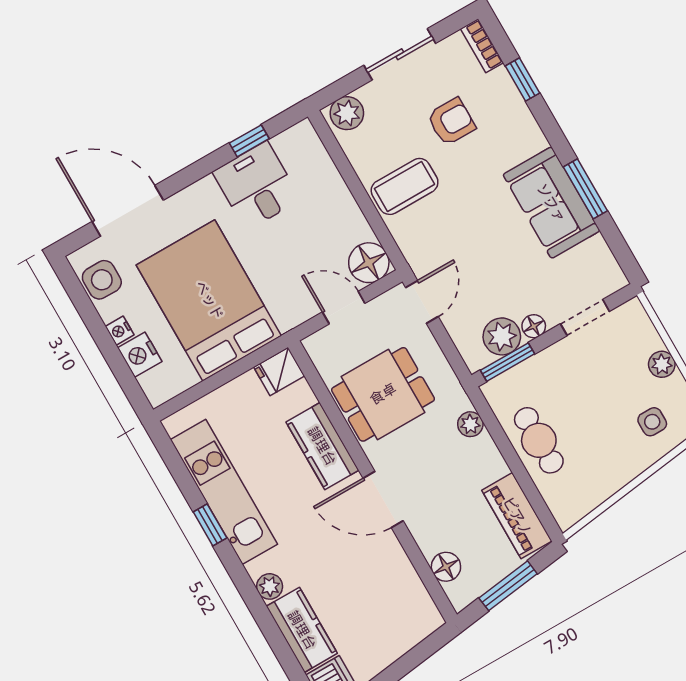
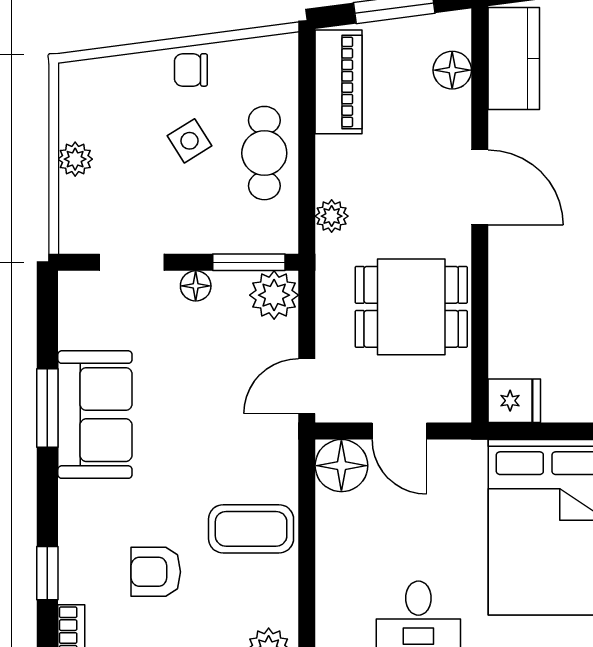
plant: (502, 336) -> (274, 295), moved
side table: (652, 422) -> (190, 141), moved, turned -32
kitchen counter: (322, 446) -> (514, 59), moved
chair: (619, 467) -> (191, 70), added

